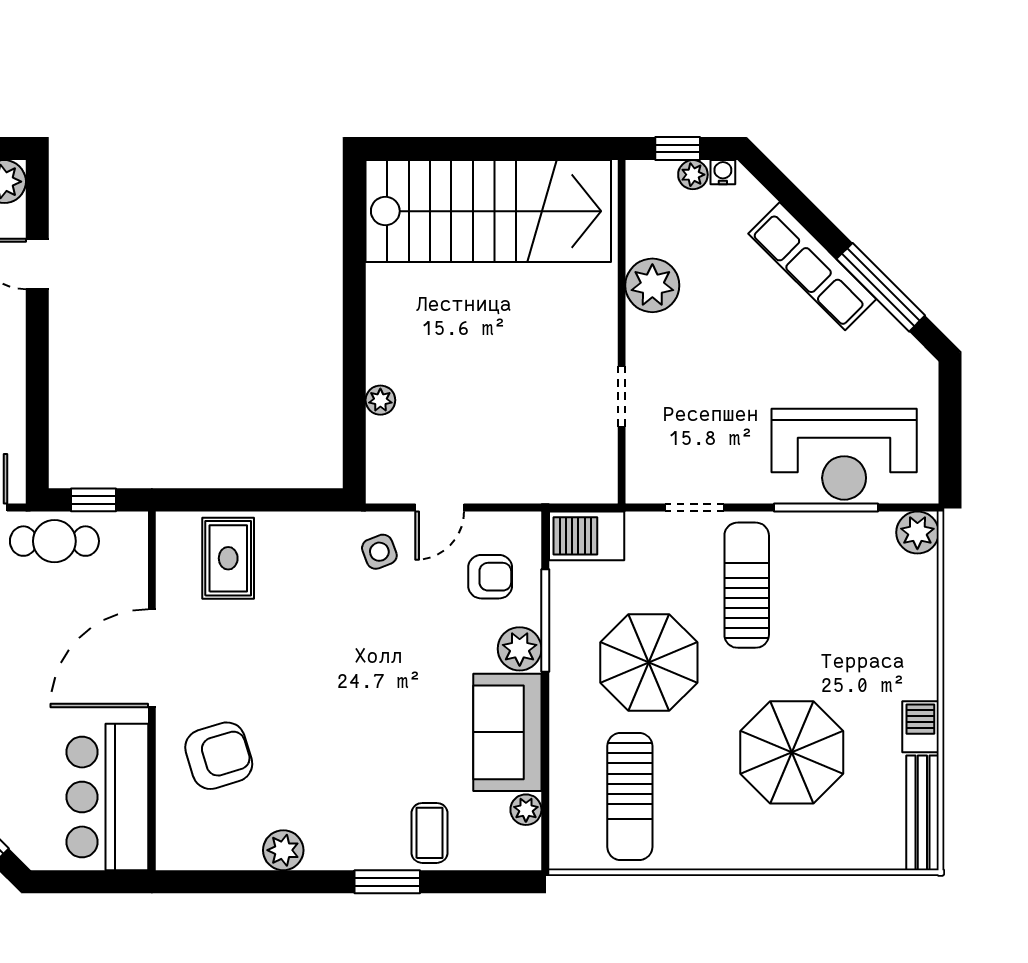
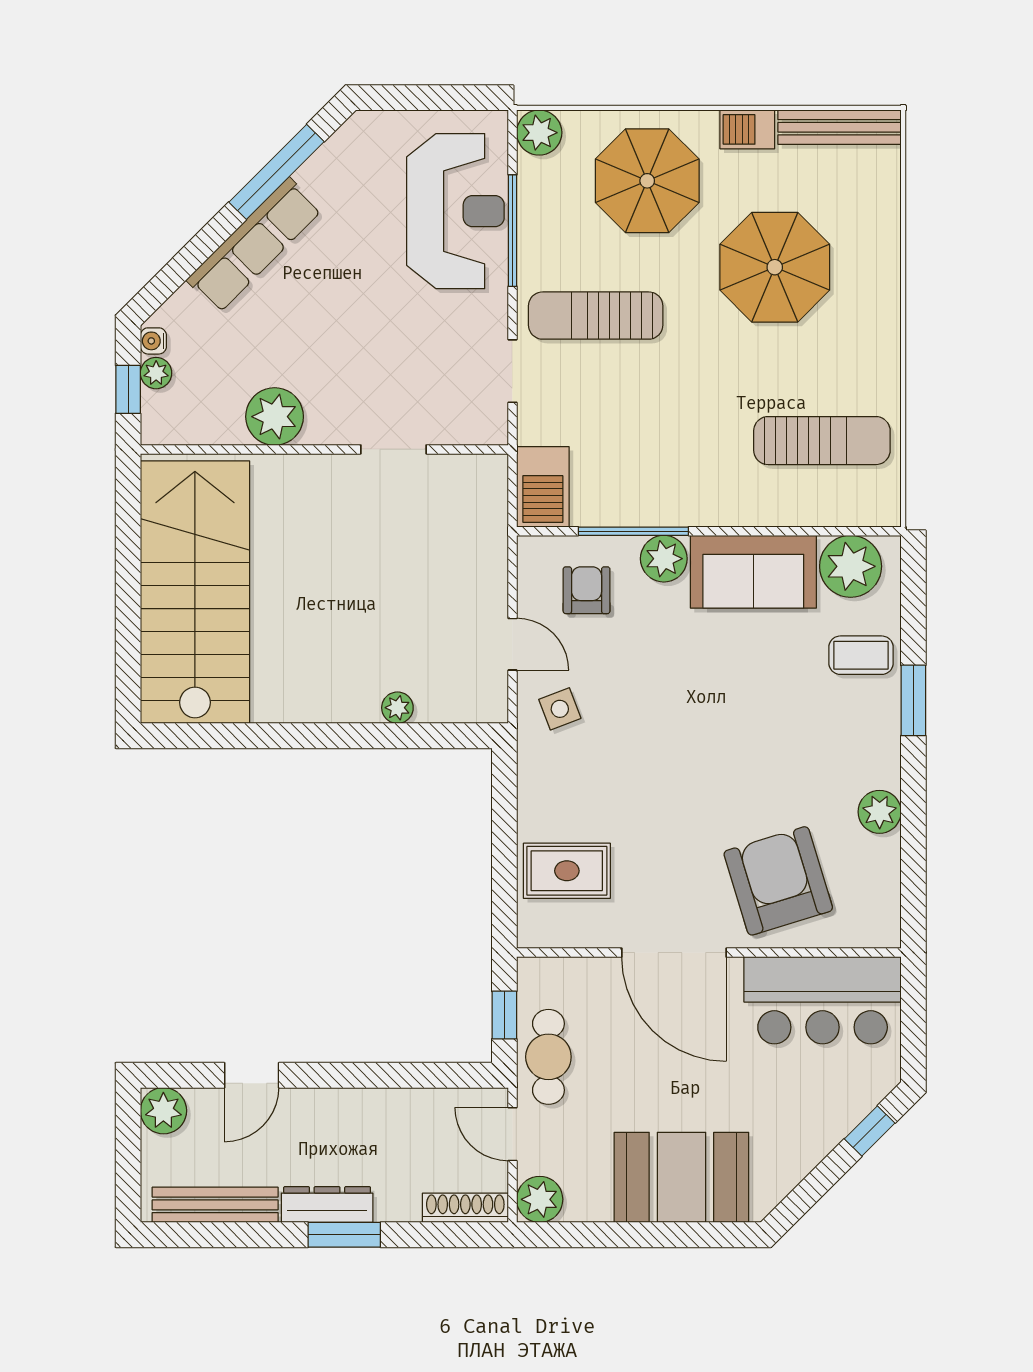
parasol: (649, 663) -> (647, 181), moved
armchair: (219, 756) -> (778, 881), width x1.36, depth x1.36
plant: (526, 810) -> (851, 566), width x1.87, depth x1.87

